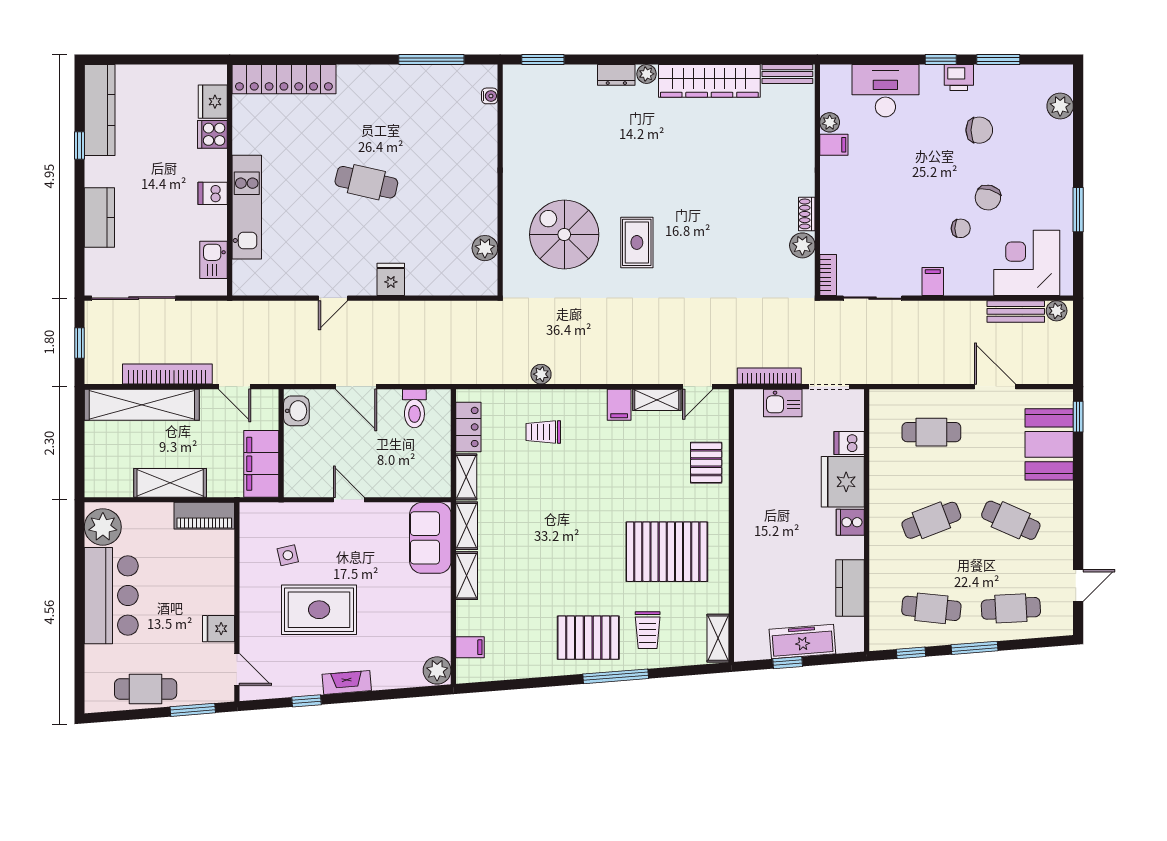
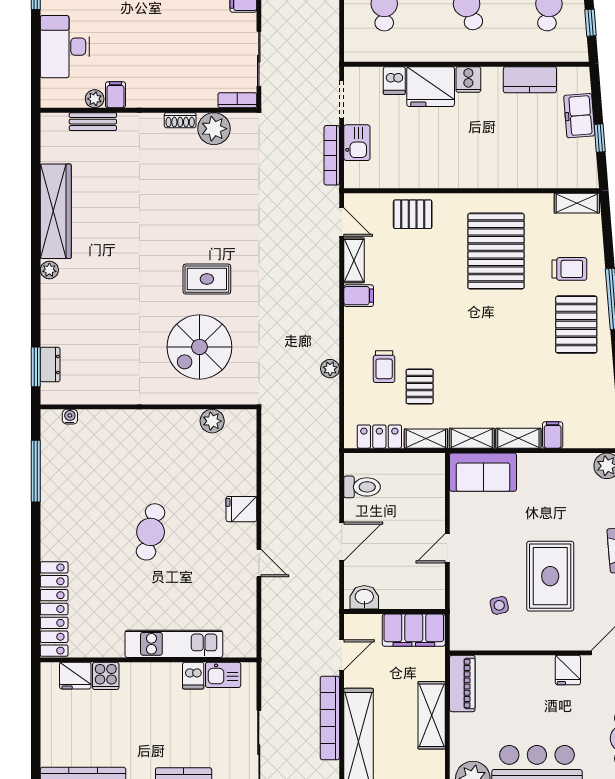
bench: (787, 74) -> (93, 122), moved, turned 90
dresser: (616, 75) -> (50, 364), moved
dishwasher: (213, 193) -> (193, 676), moved
plant: (802, 245) -> (214, 129), width x1.36, depth x1.36
pallet: (522, 470) -> (420, 386), added
freezer: (802, 642) -> (579, 116), width x0.71
filing cabinet: (470, 647) -> (553, 435), moved

